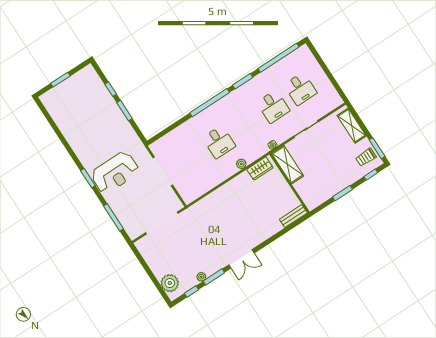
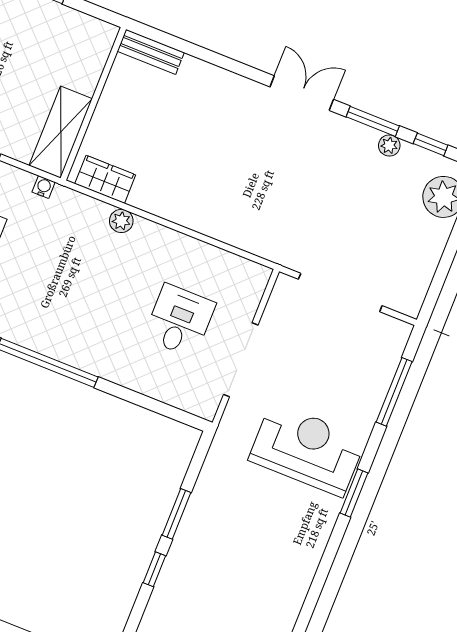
desk: (219, 142) -> (180, 321), moved

